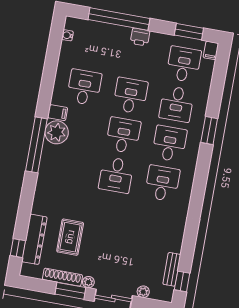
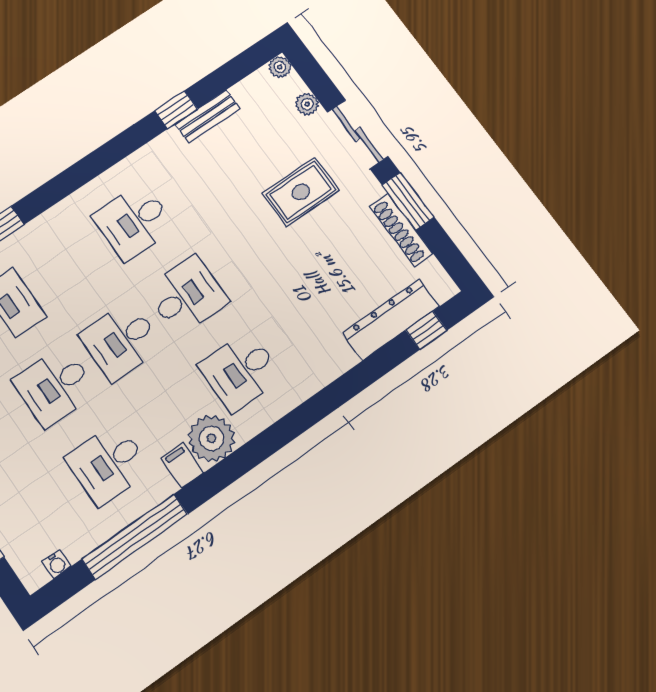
desk: (169, 144) -> (241, 371), moved
window: (36, 145) -> (135, 537), moved
rug: (70, 237) -> (301, 192), moved
bench: (172, 269) -> (208, 116), moved
window: (182, 281) -> (176, 110), moved
plant: (88, 282) -> (280, 67), moved

